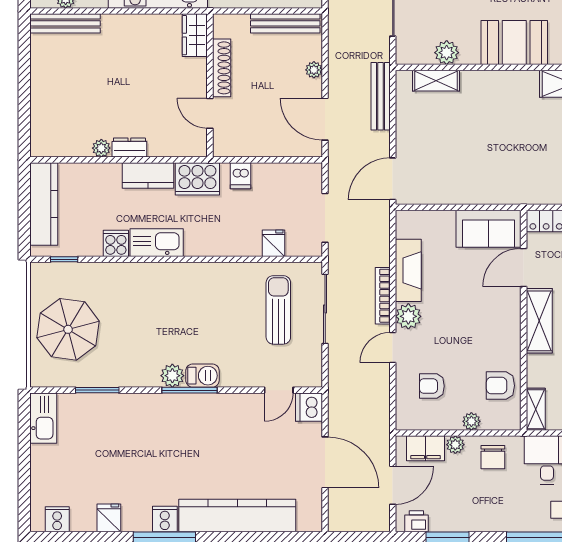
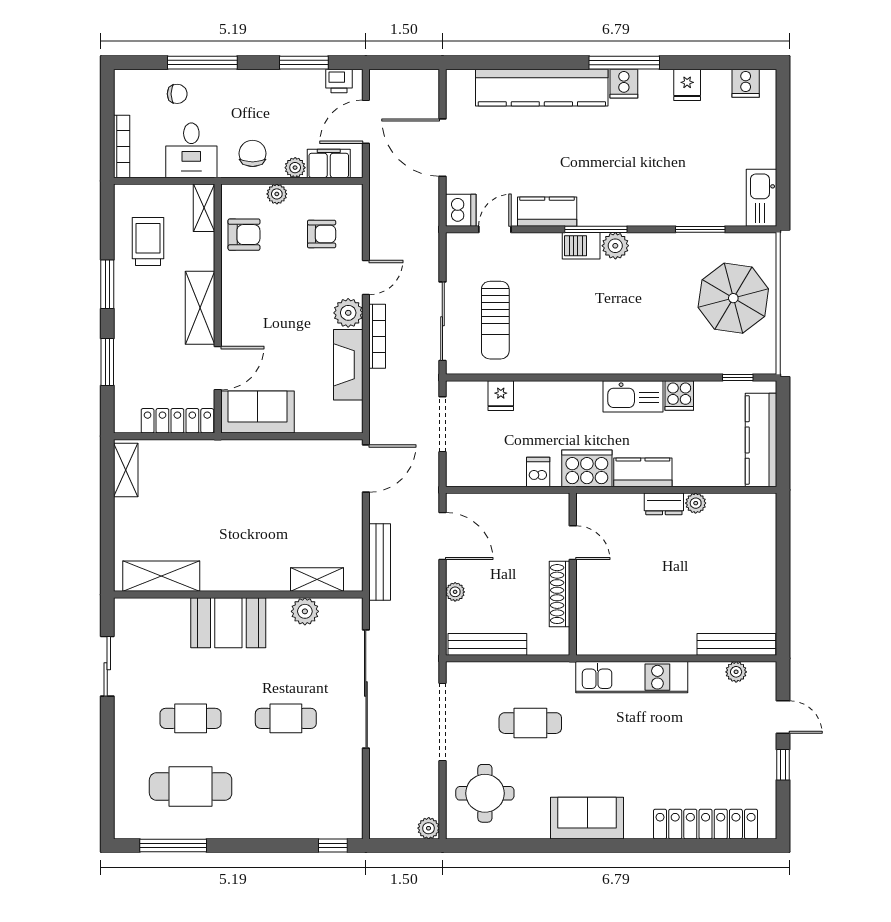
wardrobe: (195, 35) -> (590, 631), removed
kitchen counter: (233, 406) -> (547, 212), added

